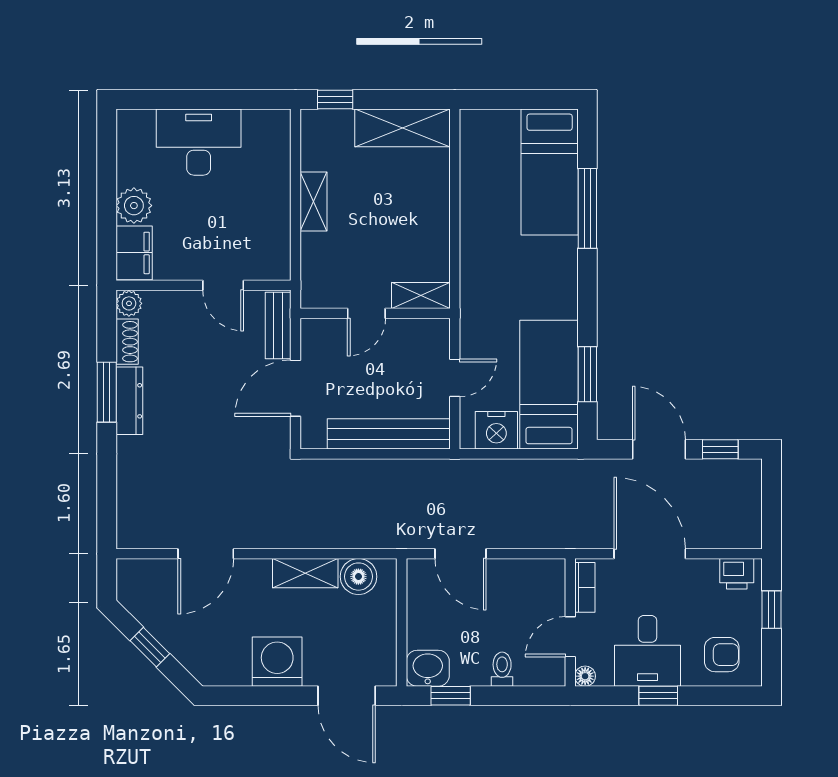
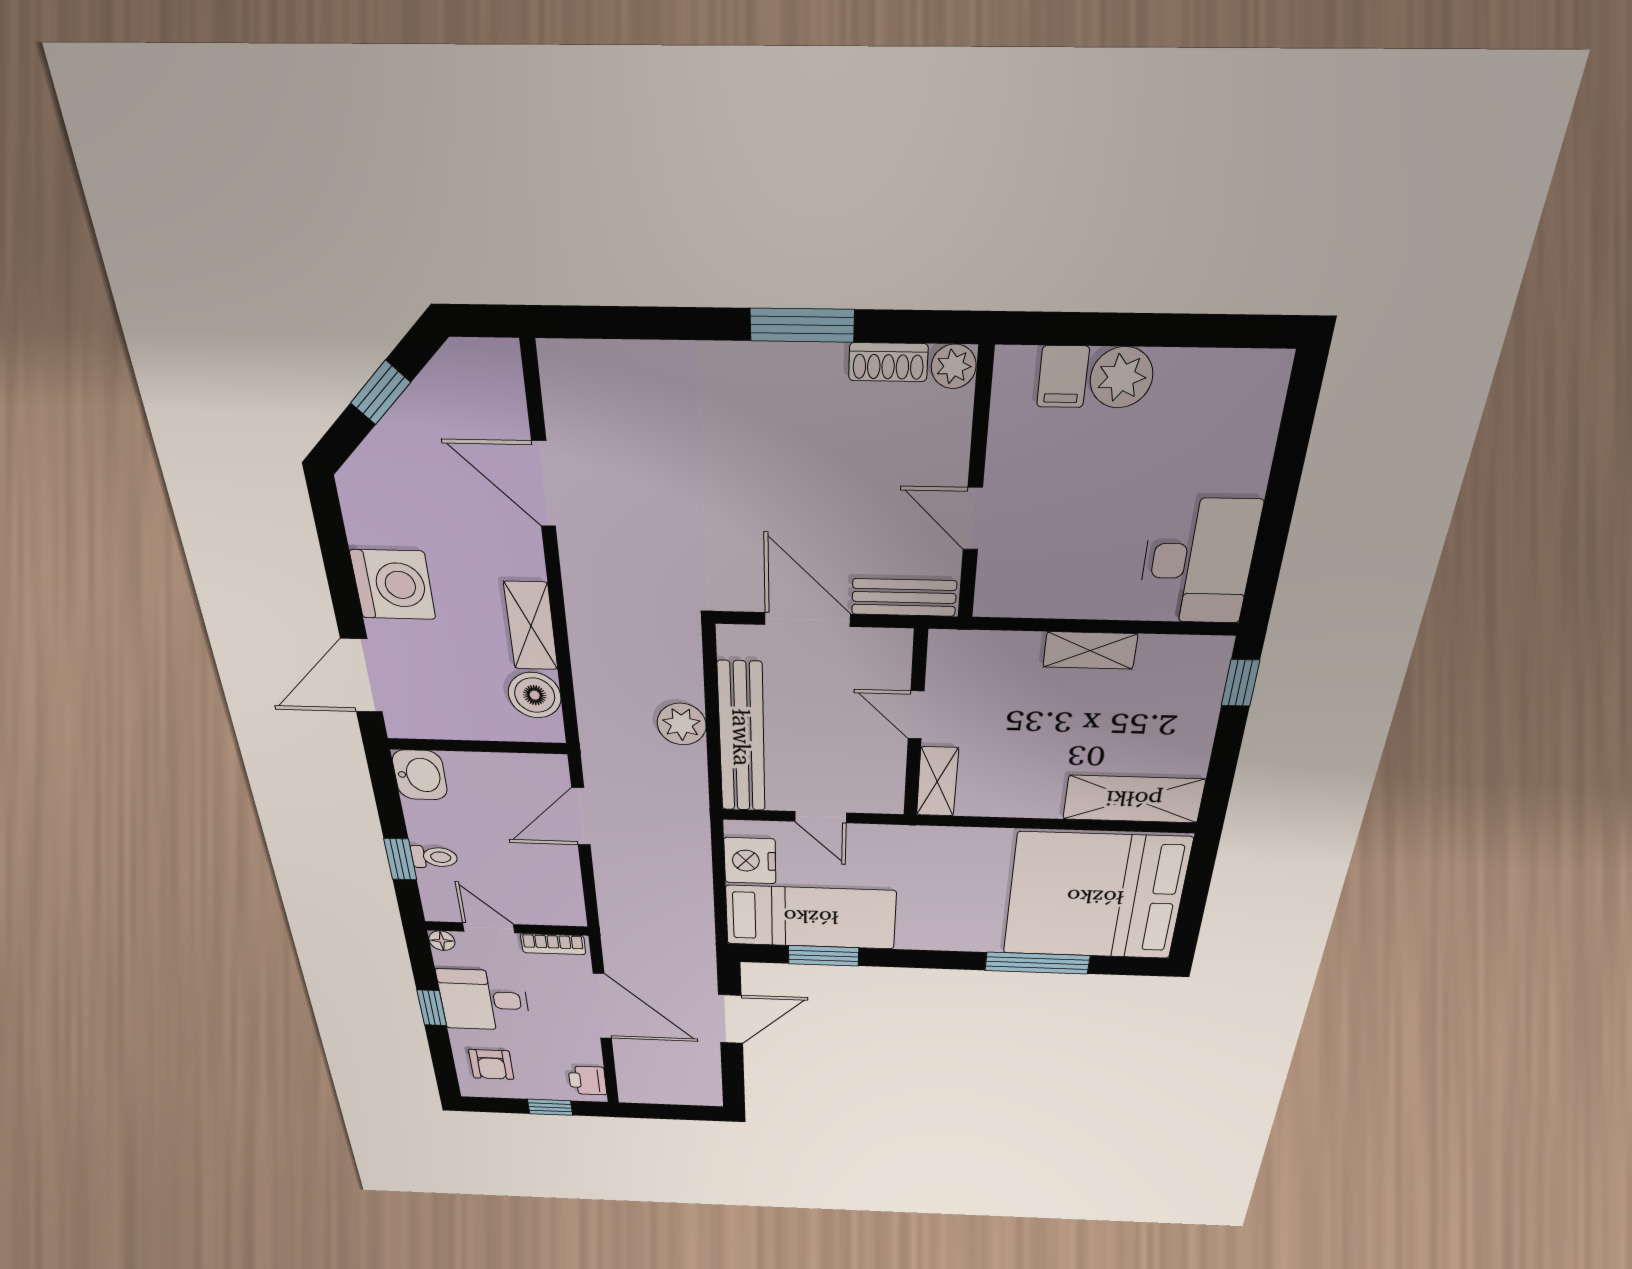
shelving: (403, 128) -> (1134, 799), moved, turned 90
desk: (199, 142) -> (1198, 561), moved
bed: (550, 172) -> (1095, 897), width x2.04
filing cabinet: (134, 253) -> (1063, 377), width x0.50
door: (223, 285) -> (973, 519), hinge flipped
dresser: (129, 401) -> (787, 364), removed
window: (720, 449) -> (733, 1072), removed
plant: (379, 476) -> (682, 724), added
door: (650, 554) -> (602, 1006), hinge flipped
window: (451, 696) -> (400, 859), moved

